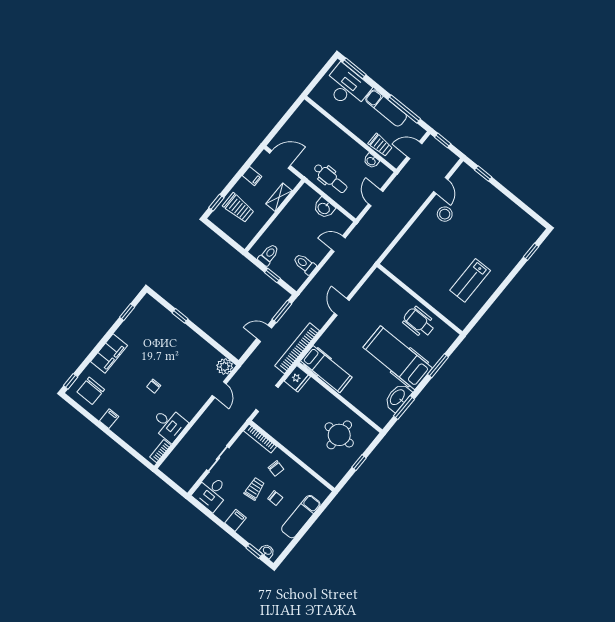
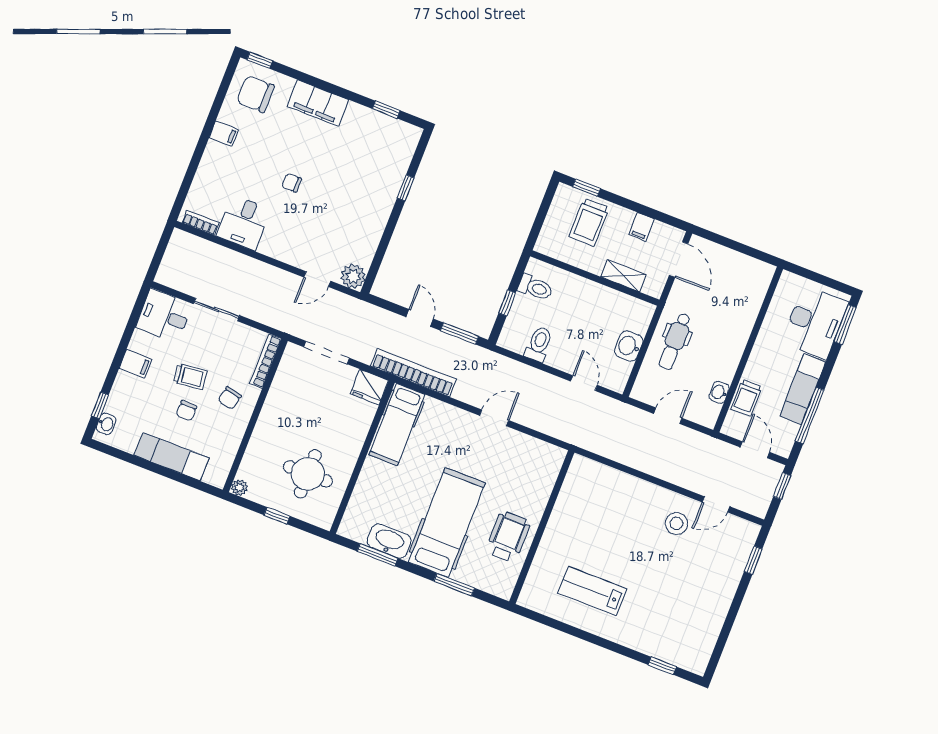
plant: (334, 480) -> (239, 488), added

